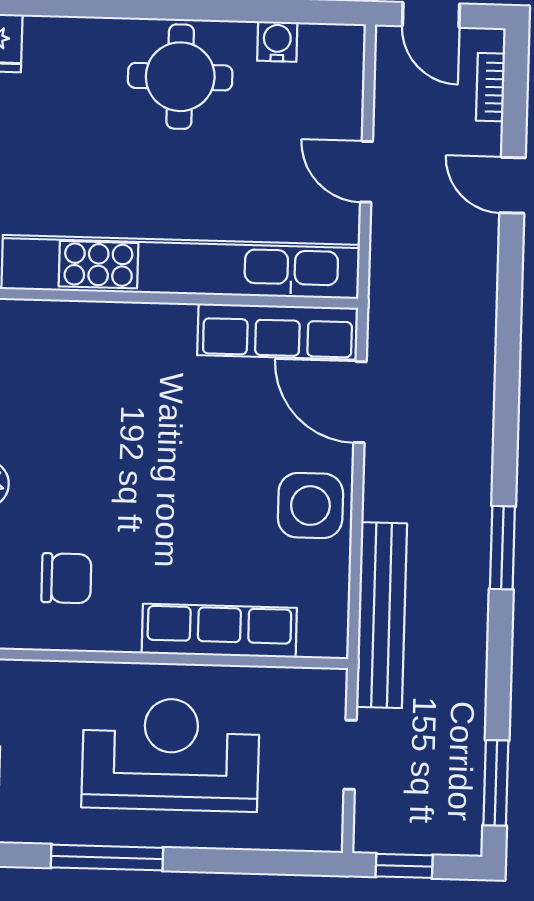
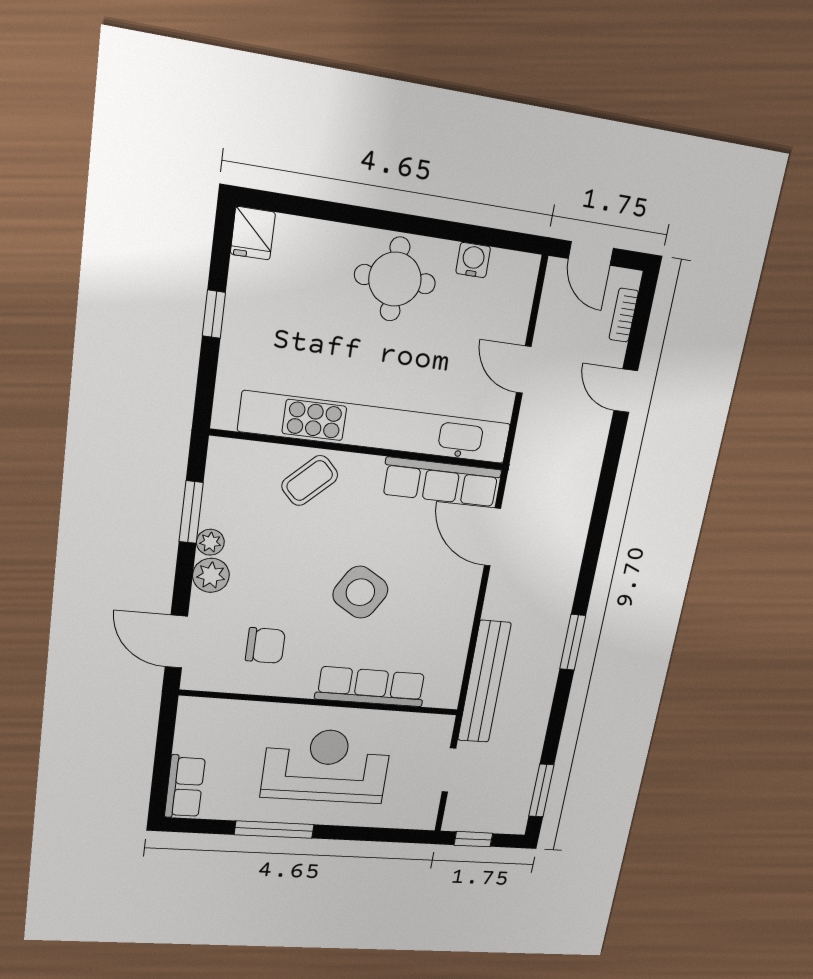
coffee table: (101, 345) -> (310, 481), added
side table: (310, 506) -> (360, 592), moved, turned 31

